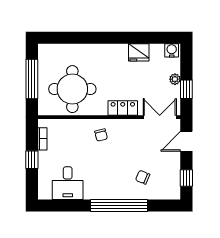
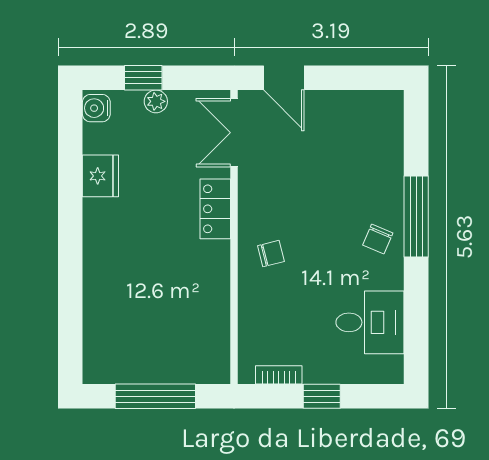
round table: (72, 89) -> (176, 313), removed
window: (186, 89) -> (143, 78), moved
chair: (143, 177) -> (378, 239), moved
window: (186, 178) -> (359, 78), removed
window: (119, 206) -> (416, 217), width x0.68

